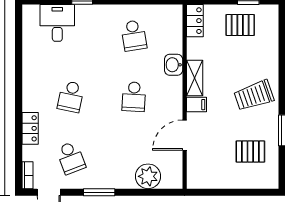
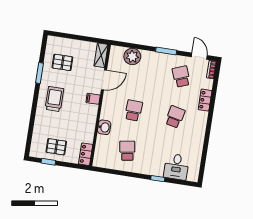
shelving: (195, 78) -> (101, 55), moved
trolley: (254, 95) -> (54, 99), turned -71

